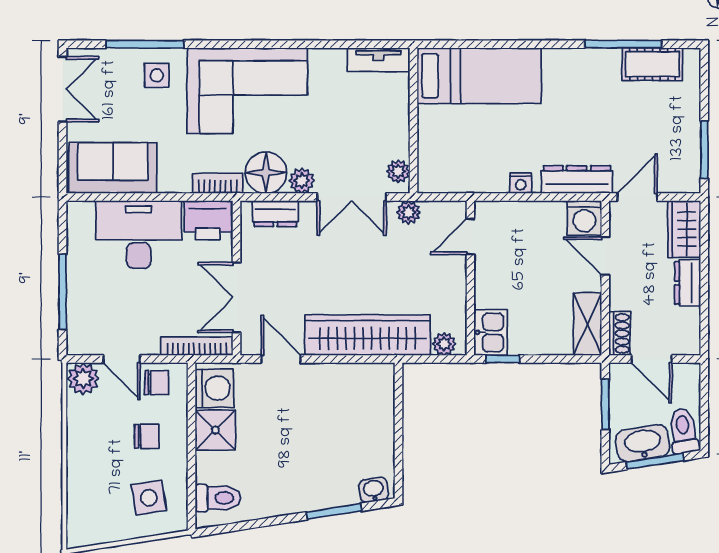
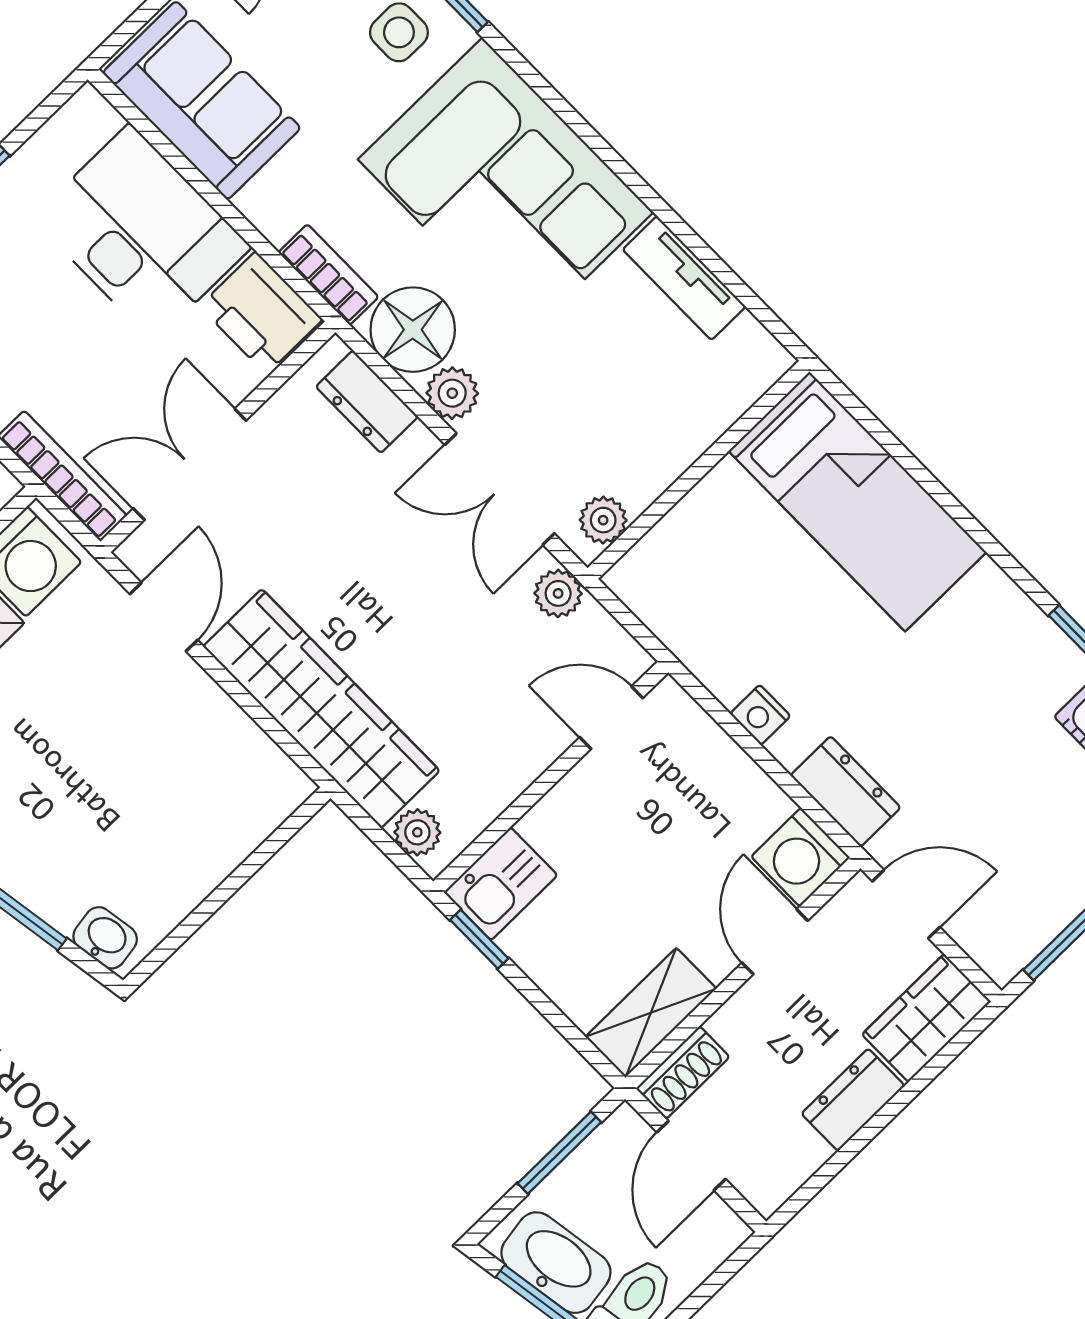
tv unit: (379, 60) -> (684, 278), moved
dresser: (577, 180) -> (845, 791), width x0.70

